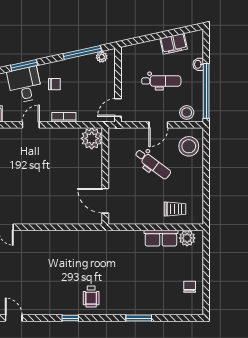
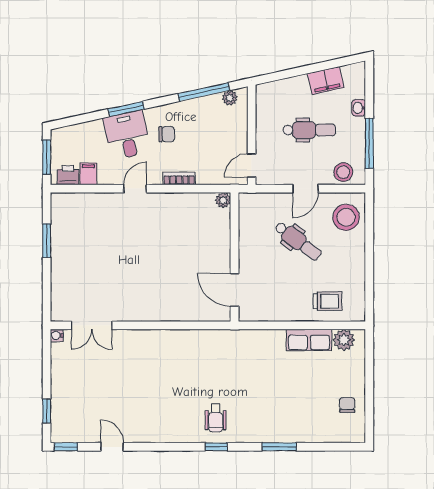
window: (206, 91) -> (369, 143), width x0.68
plant: (92, 138) -> (223, 200), width x0.53, depth x0.53
window: (70, 318) -> (216, 447), moved

